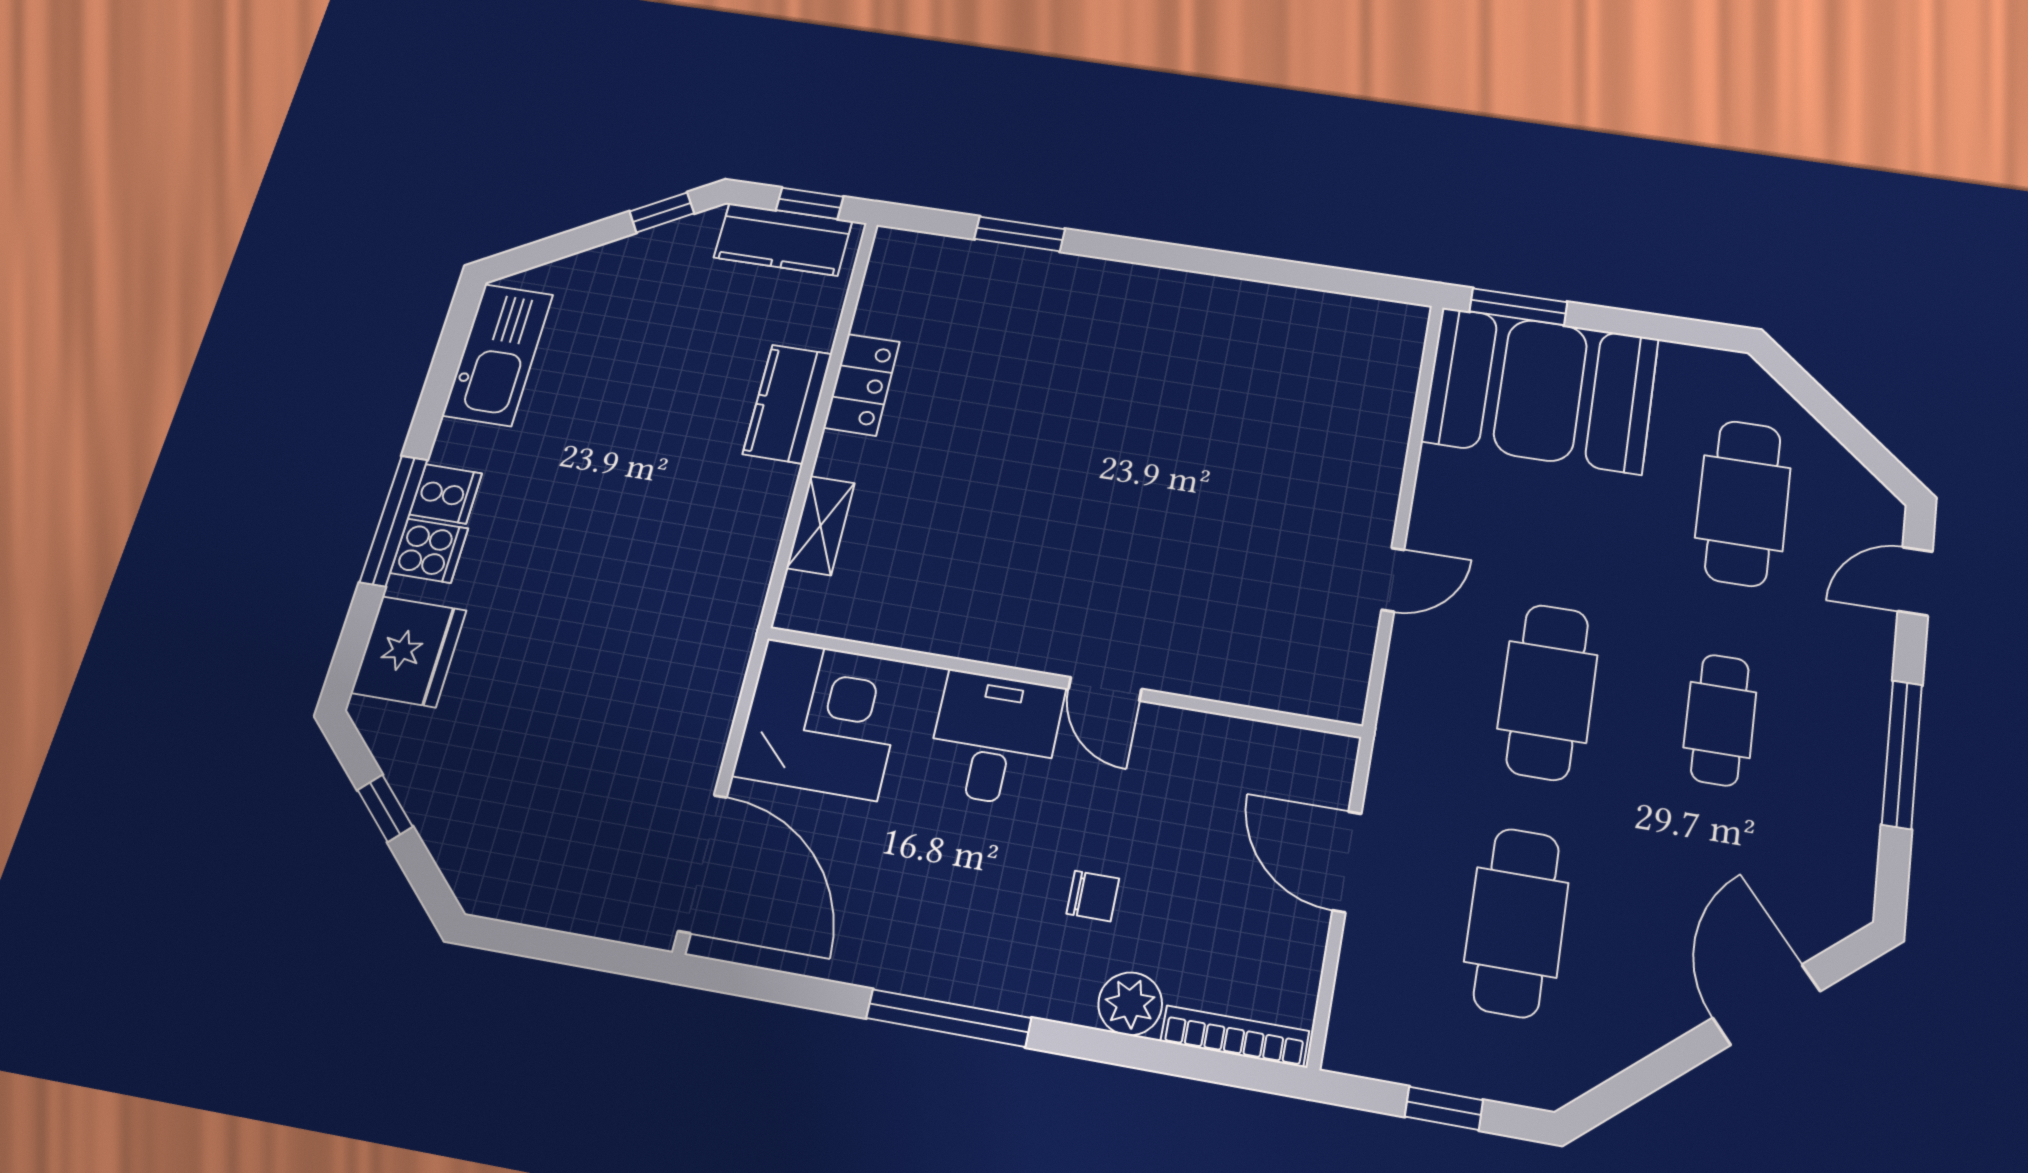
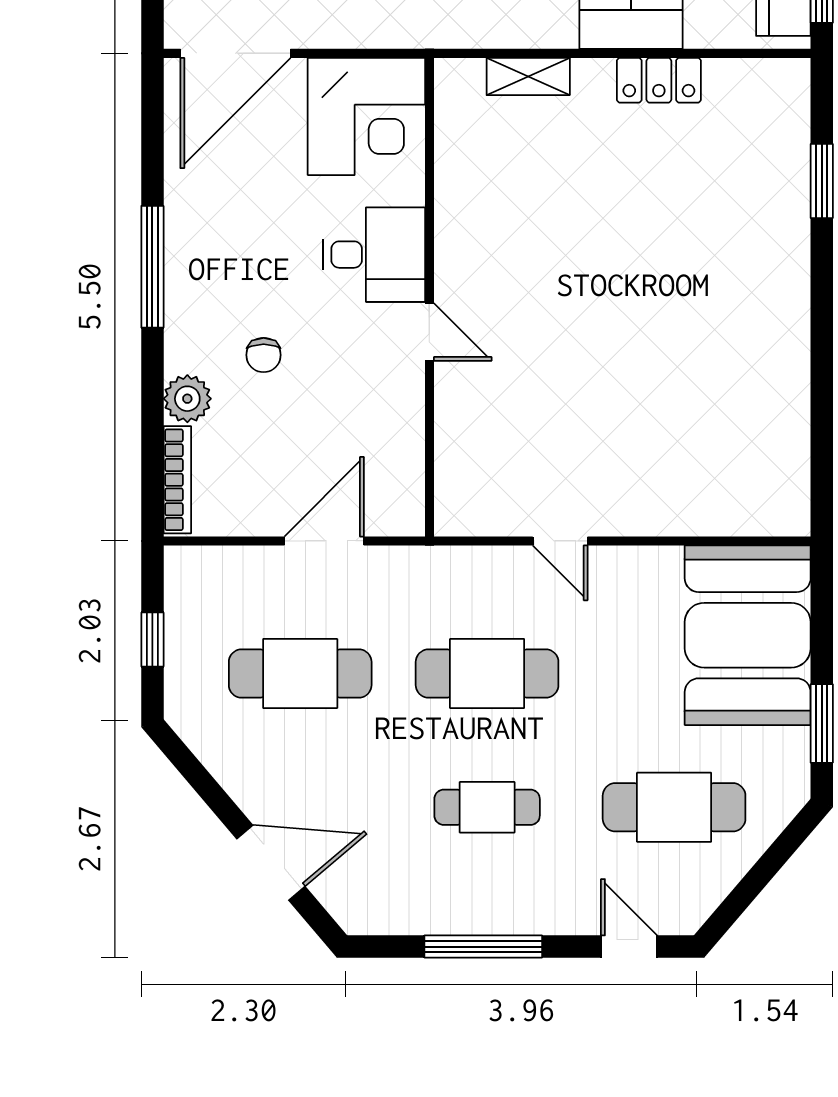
window: (1518, 307) -> (822, 723), moved
door: (1105, 689) -> (429, 332), swing flipped

